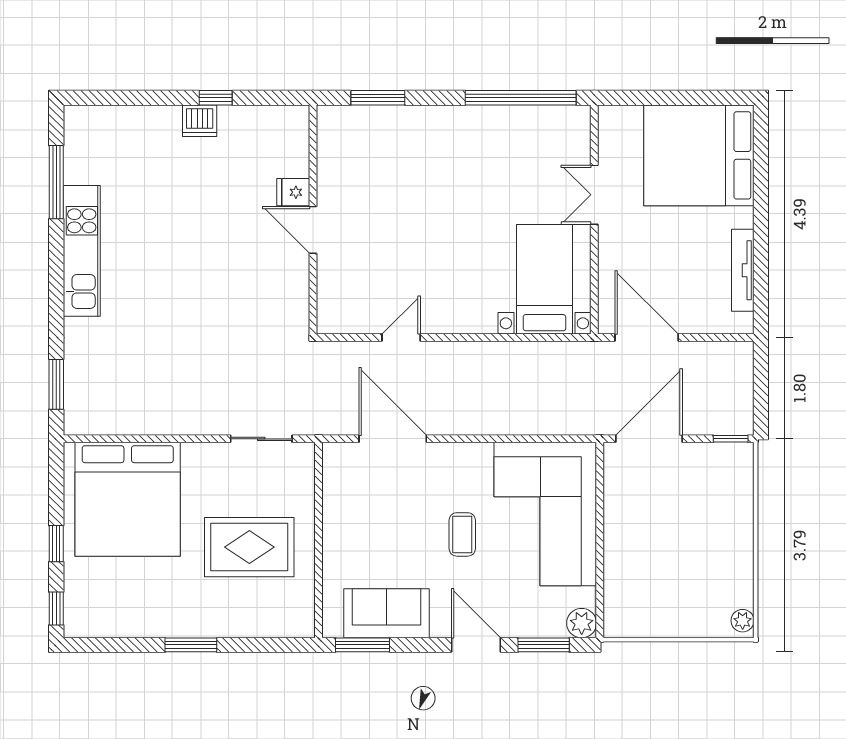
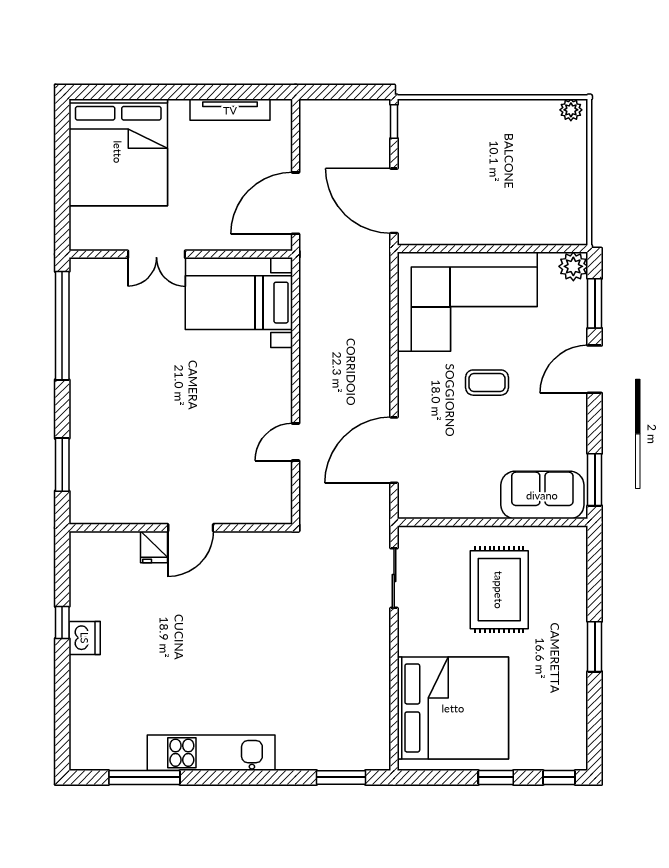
door: (401, 338) -> (296, 442), hinge flipped
sofa: (386, 613) -> (542, 495), moved, turned 90

